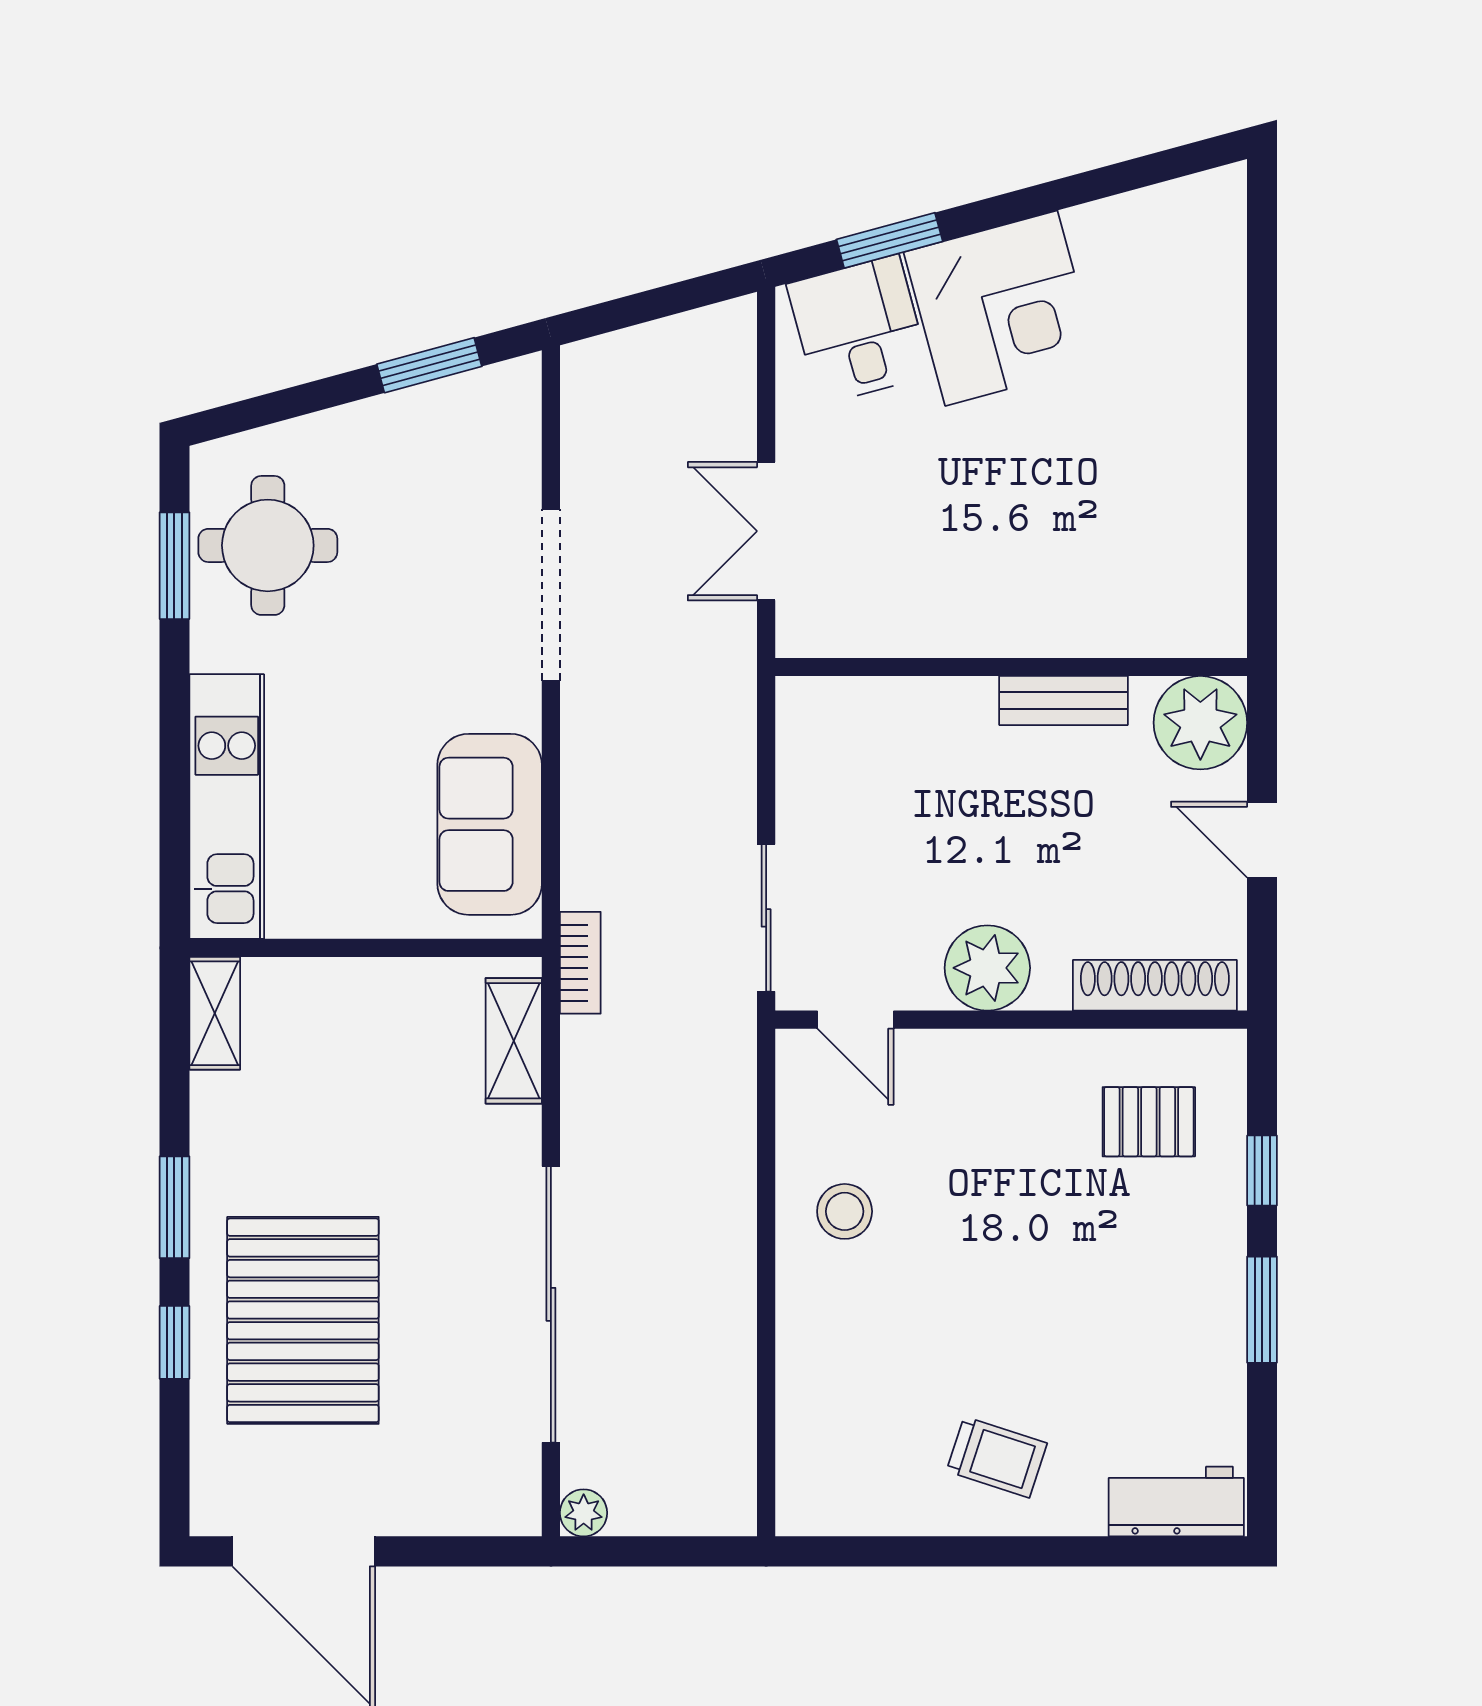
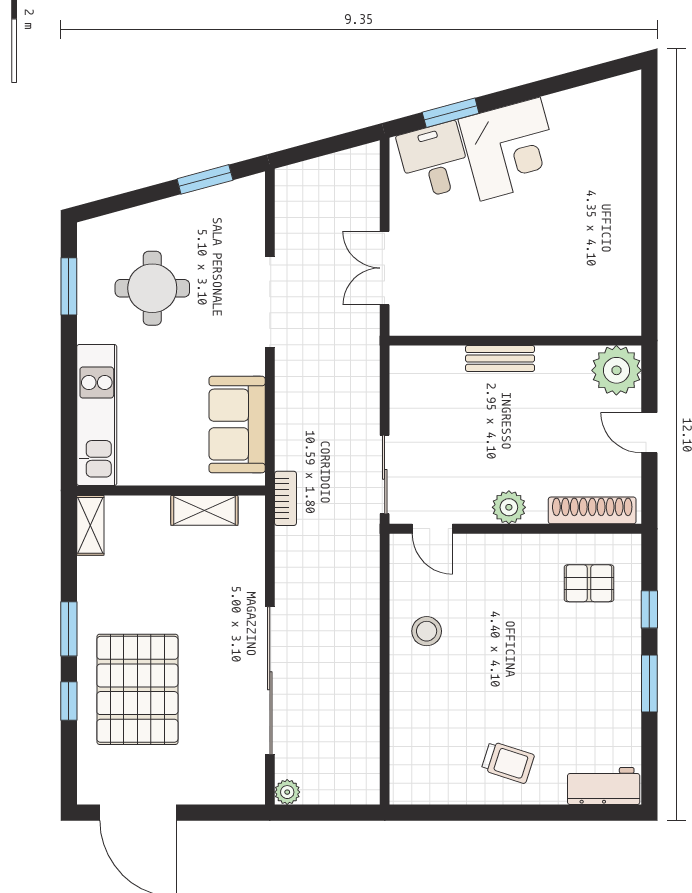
round table: (268, 545) -> (152, 288), moved
bench: (1064, 701) -> (500, 358), moved
plant: (987, 968) -> (509, 507), width x0.73, depth x0.73
shelving: (514, 1041) -> (204, 510), moved, turned 90

